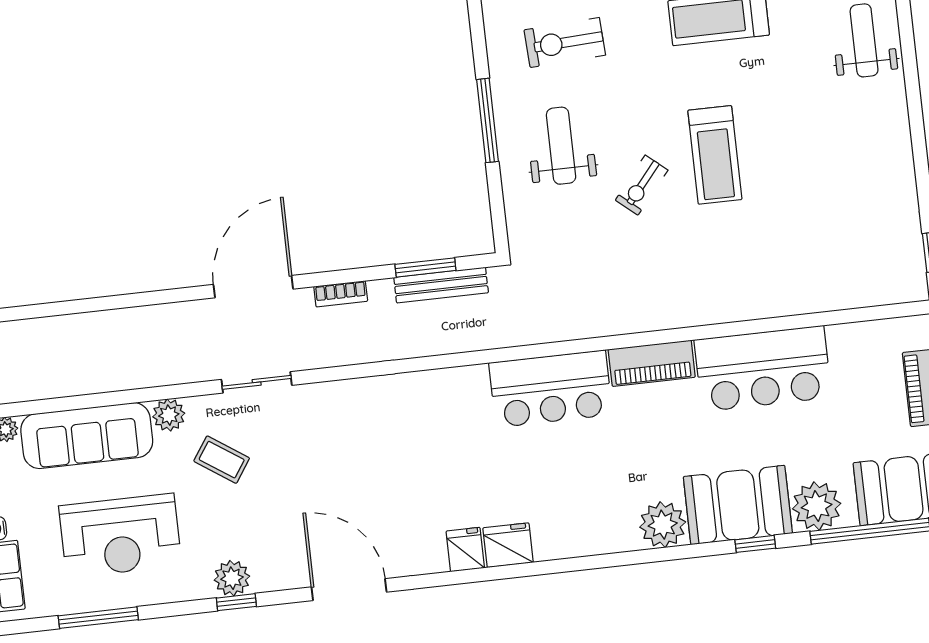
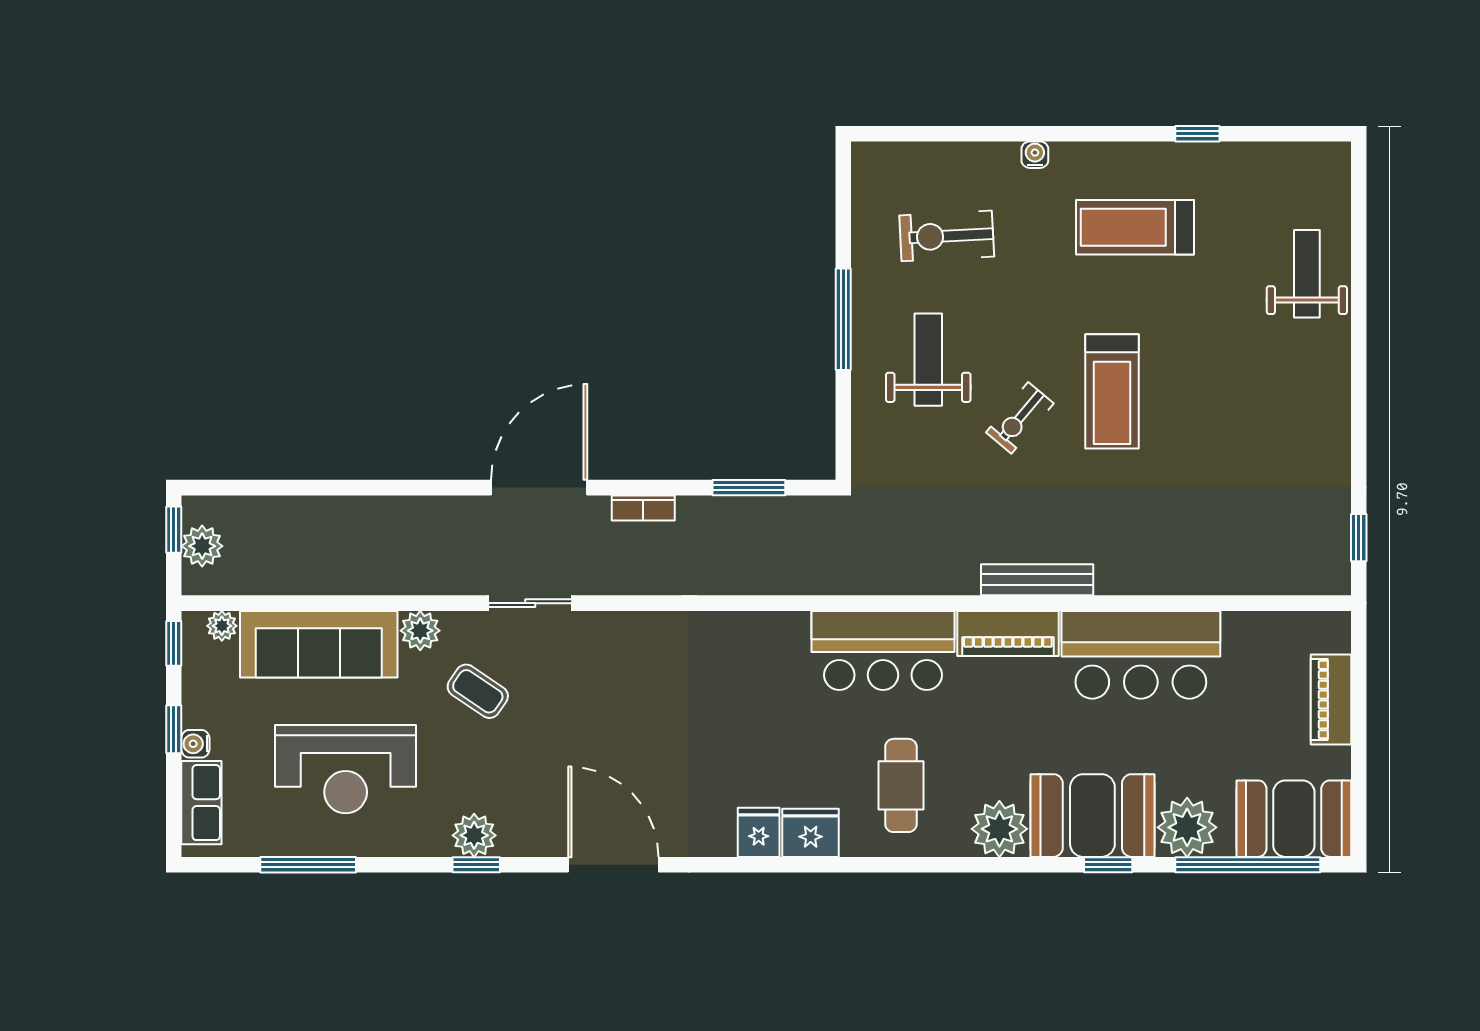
bench: (441, 285) -> (1037, 580), moved
cafe table: (578, 498) -> (901, 785), added

